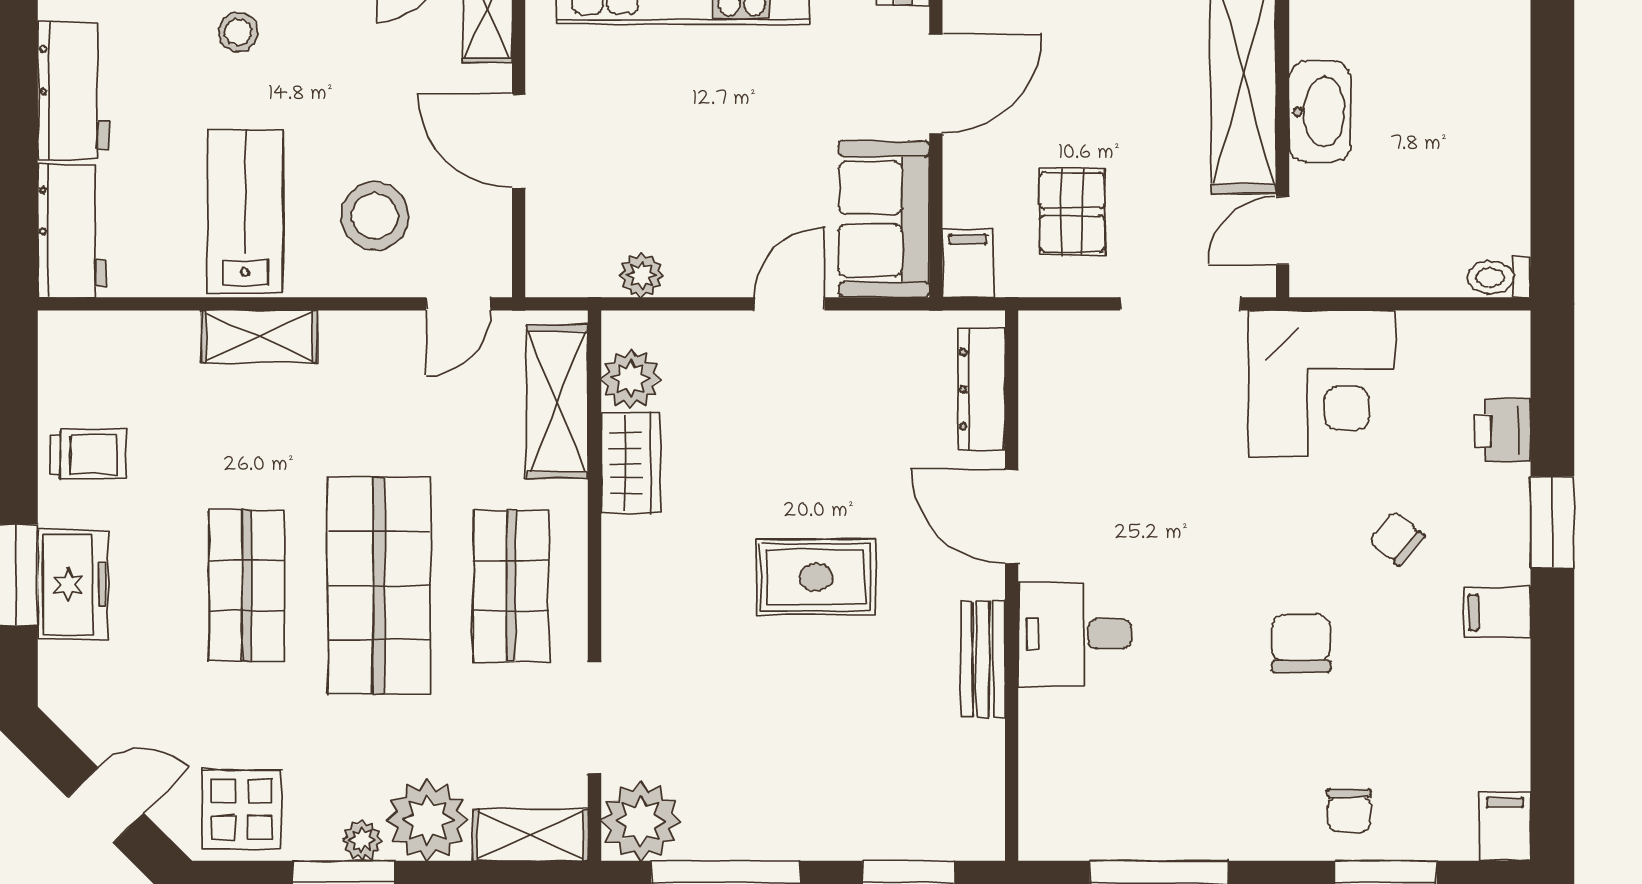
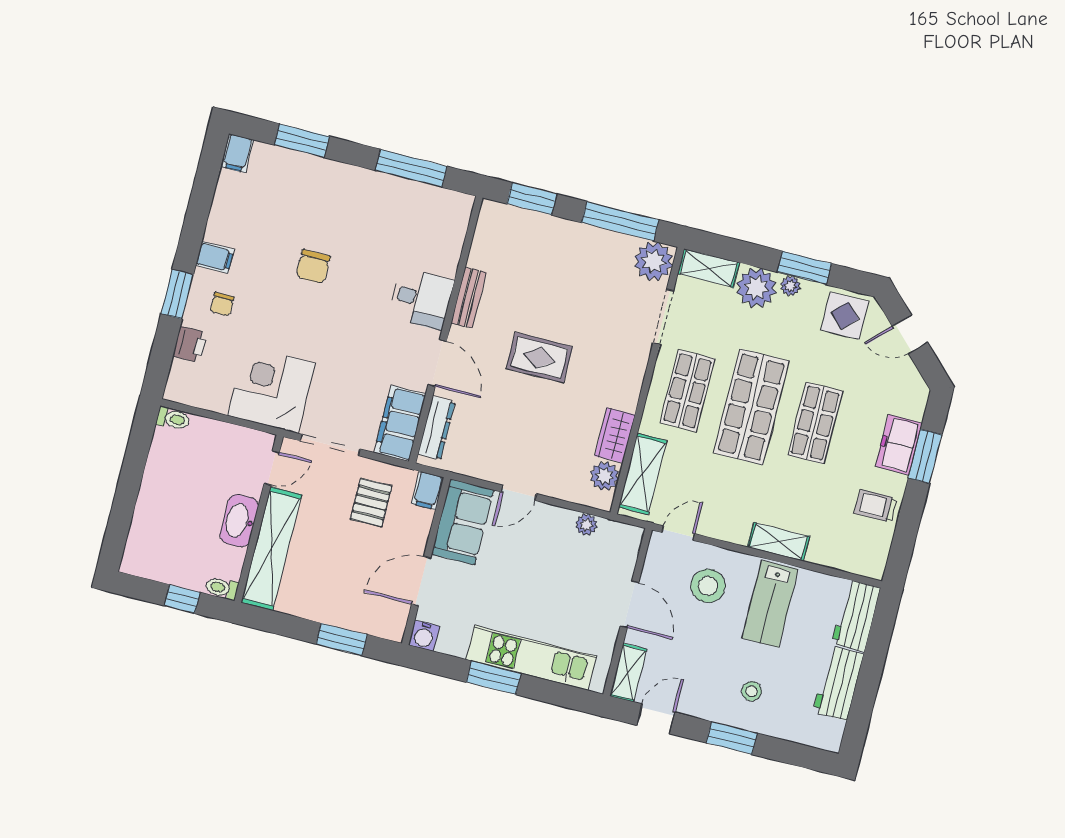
filing cabinet: (1054, 380) -> (400, 423), added
chair: (1397, 538) -> (222, 304), moved, turned 50
chair: (1349, 810) -> (310, 180), removed

